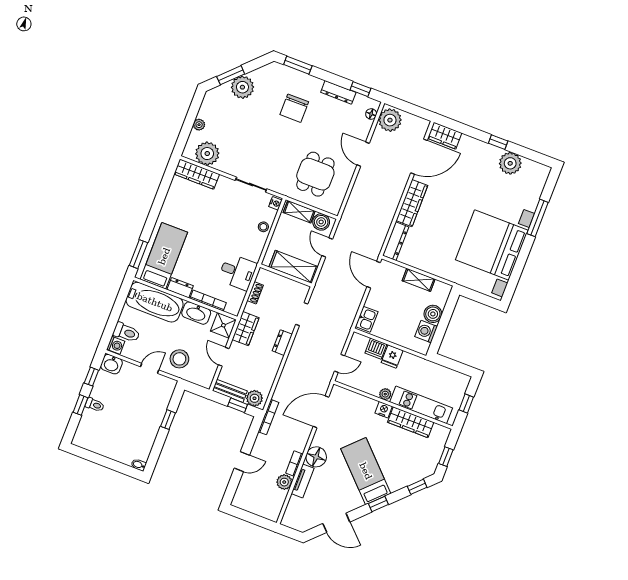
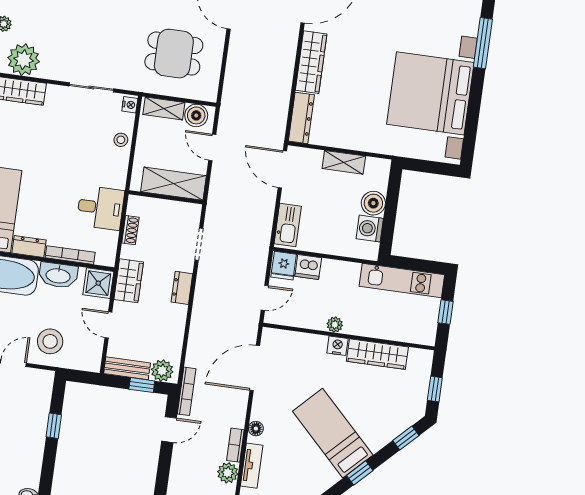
dining table: (315, 174) -> (174, 54), turned 90
kitchen sink: (367, 319) -> (288, 225), width x1.38
fridge: (392, 356) -> (284, 266), moved
kitchen unit: (421, 405) -> (402, 281), moved, turned 180
floor lamp: (316, 457) -> (256, 429), width x0.53, depth x0.53
door: (242, 462) -> (169, 430), moved

